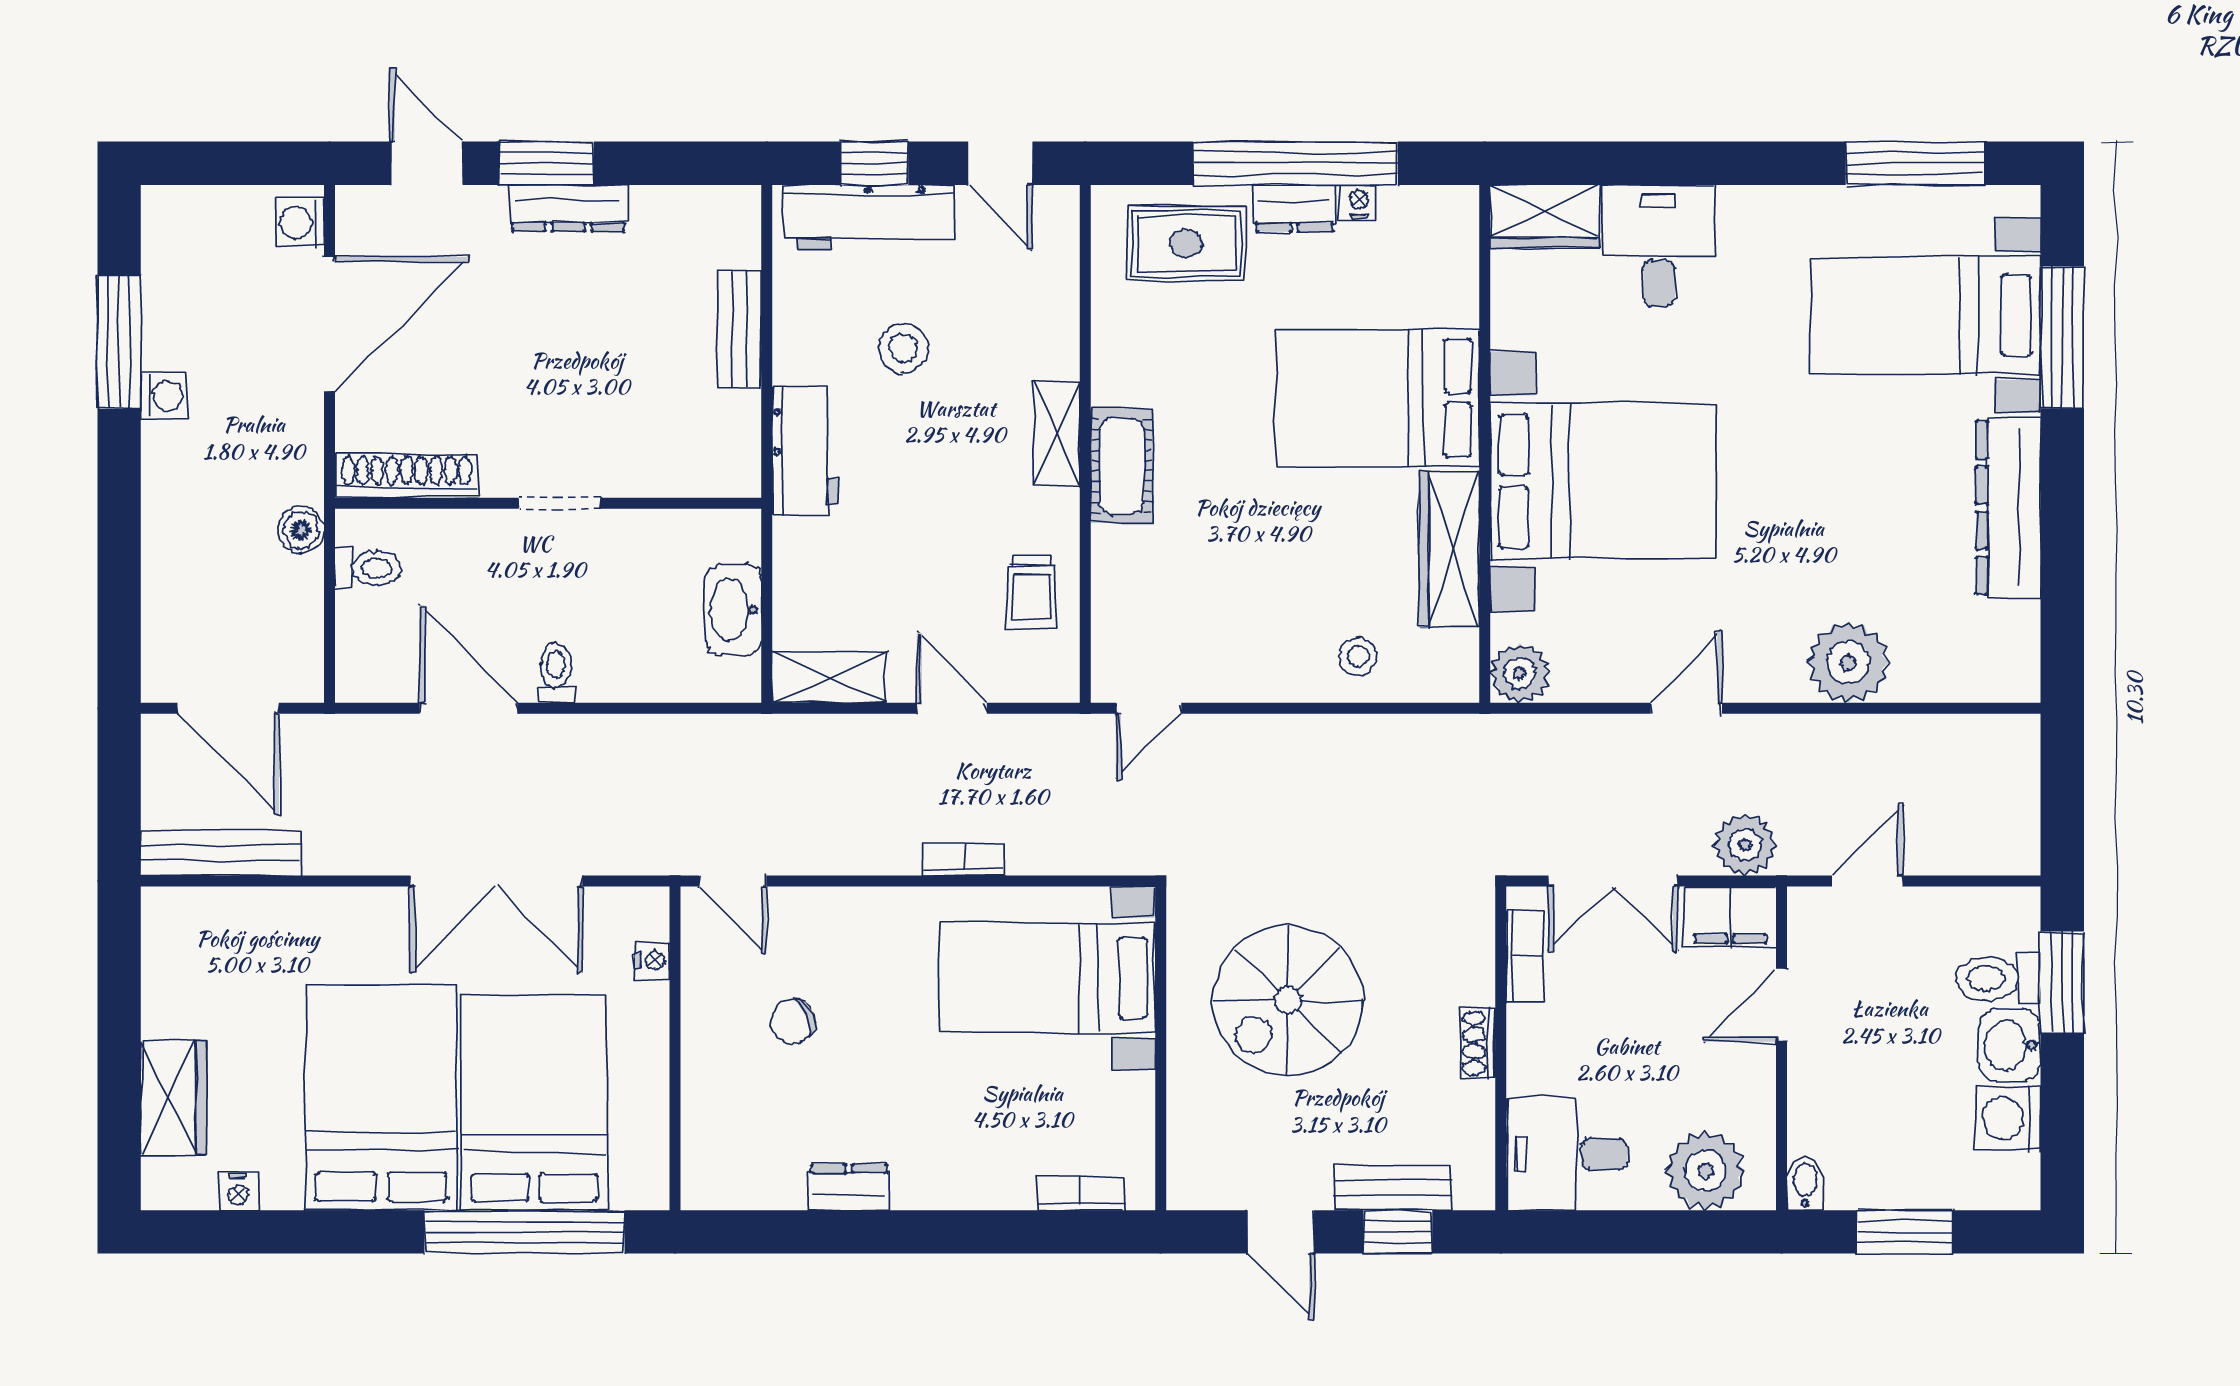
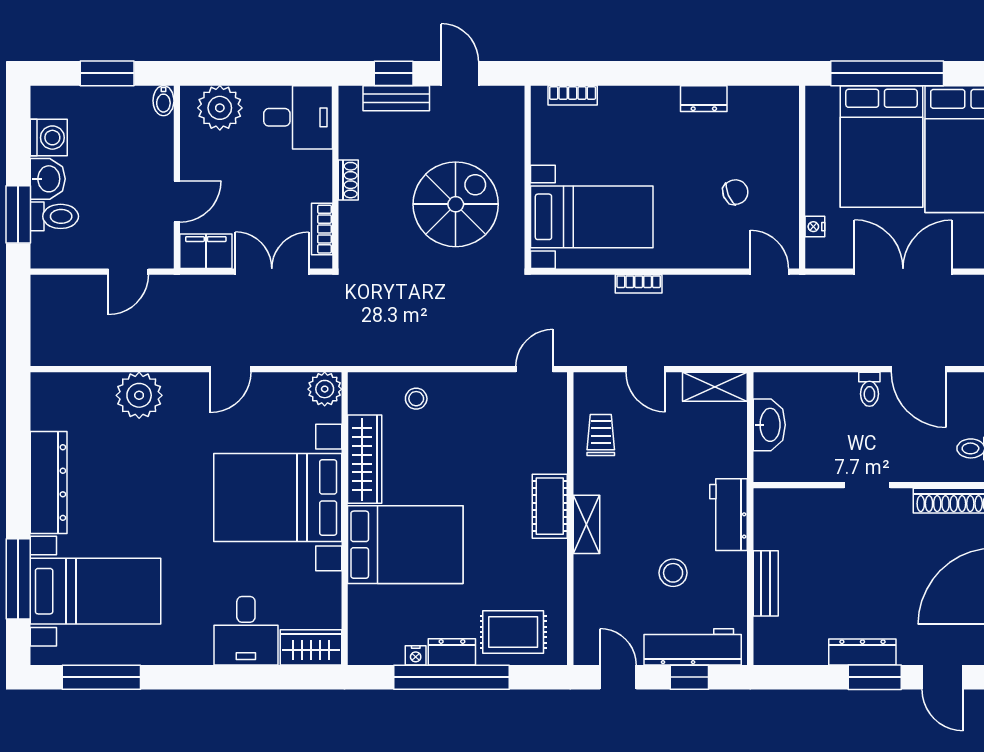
plant: (1745, 845) -> (198, 292), removed

